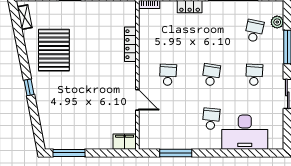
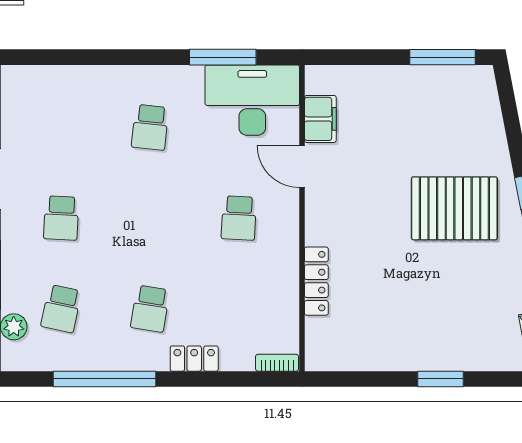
pallet: (54, 50) -> (454, 208), moved, turned 90
school desk: (211, 75) -> (150, 309), moved
desk: (245, 132) -> (252, 100), moved
filing cabinet: (125, 142) -> (320, 119), moved, turned -90

